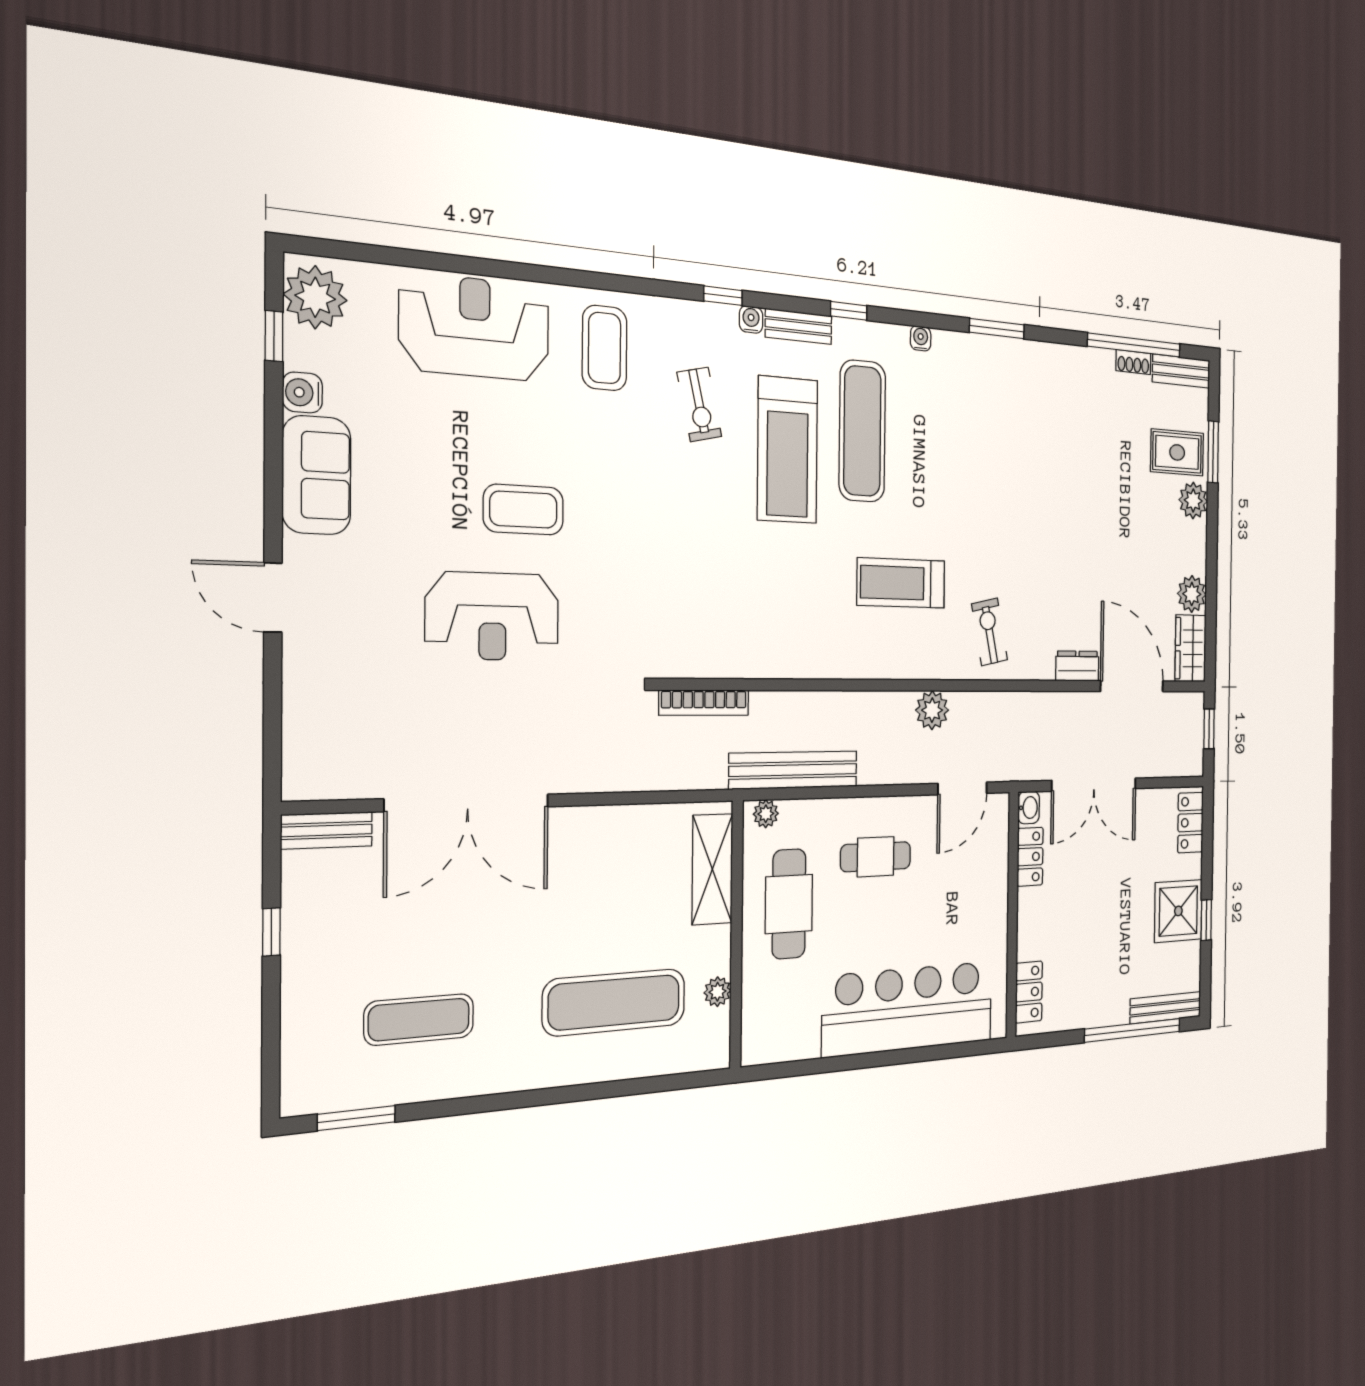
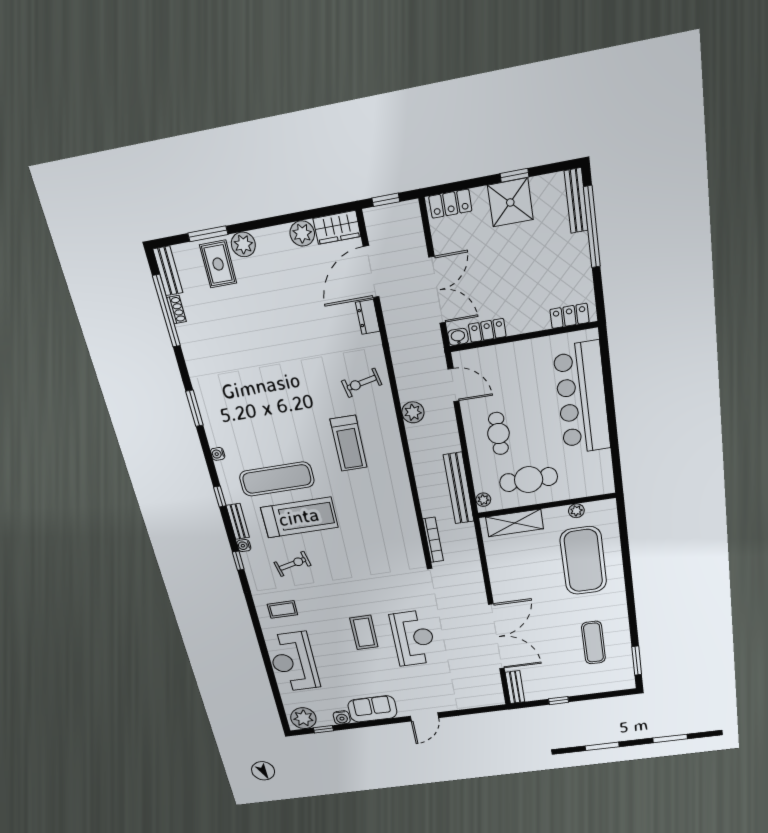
coffee table: (605, 348) -> (282, 609), width x0.73, depth x0.77
exercise mat: (615, 1002) -> (583, 561), width x1.47

